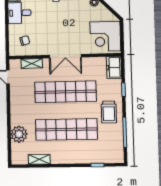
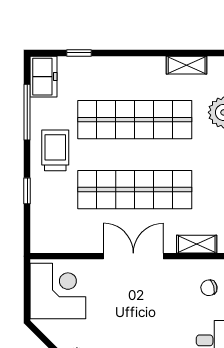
freezer: (114, 67) -> (43, 77), moved

